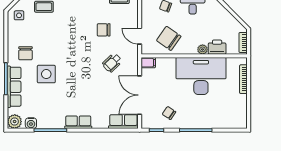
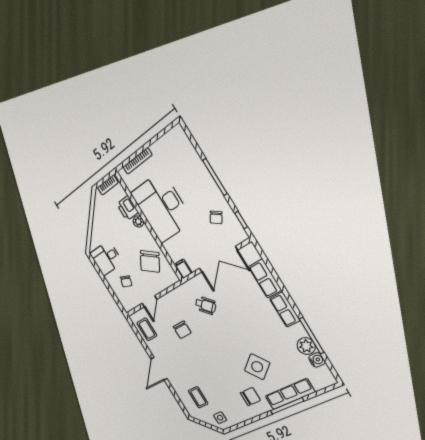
door: (140, 36) -> (149, 301), moved
side table: (46, 74) -> (257, 367), turned -38
plant: (15, 122) -> (306, 346), moved
row of seats: (123, 122) -> (265, 278), moved

